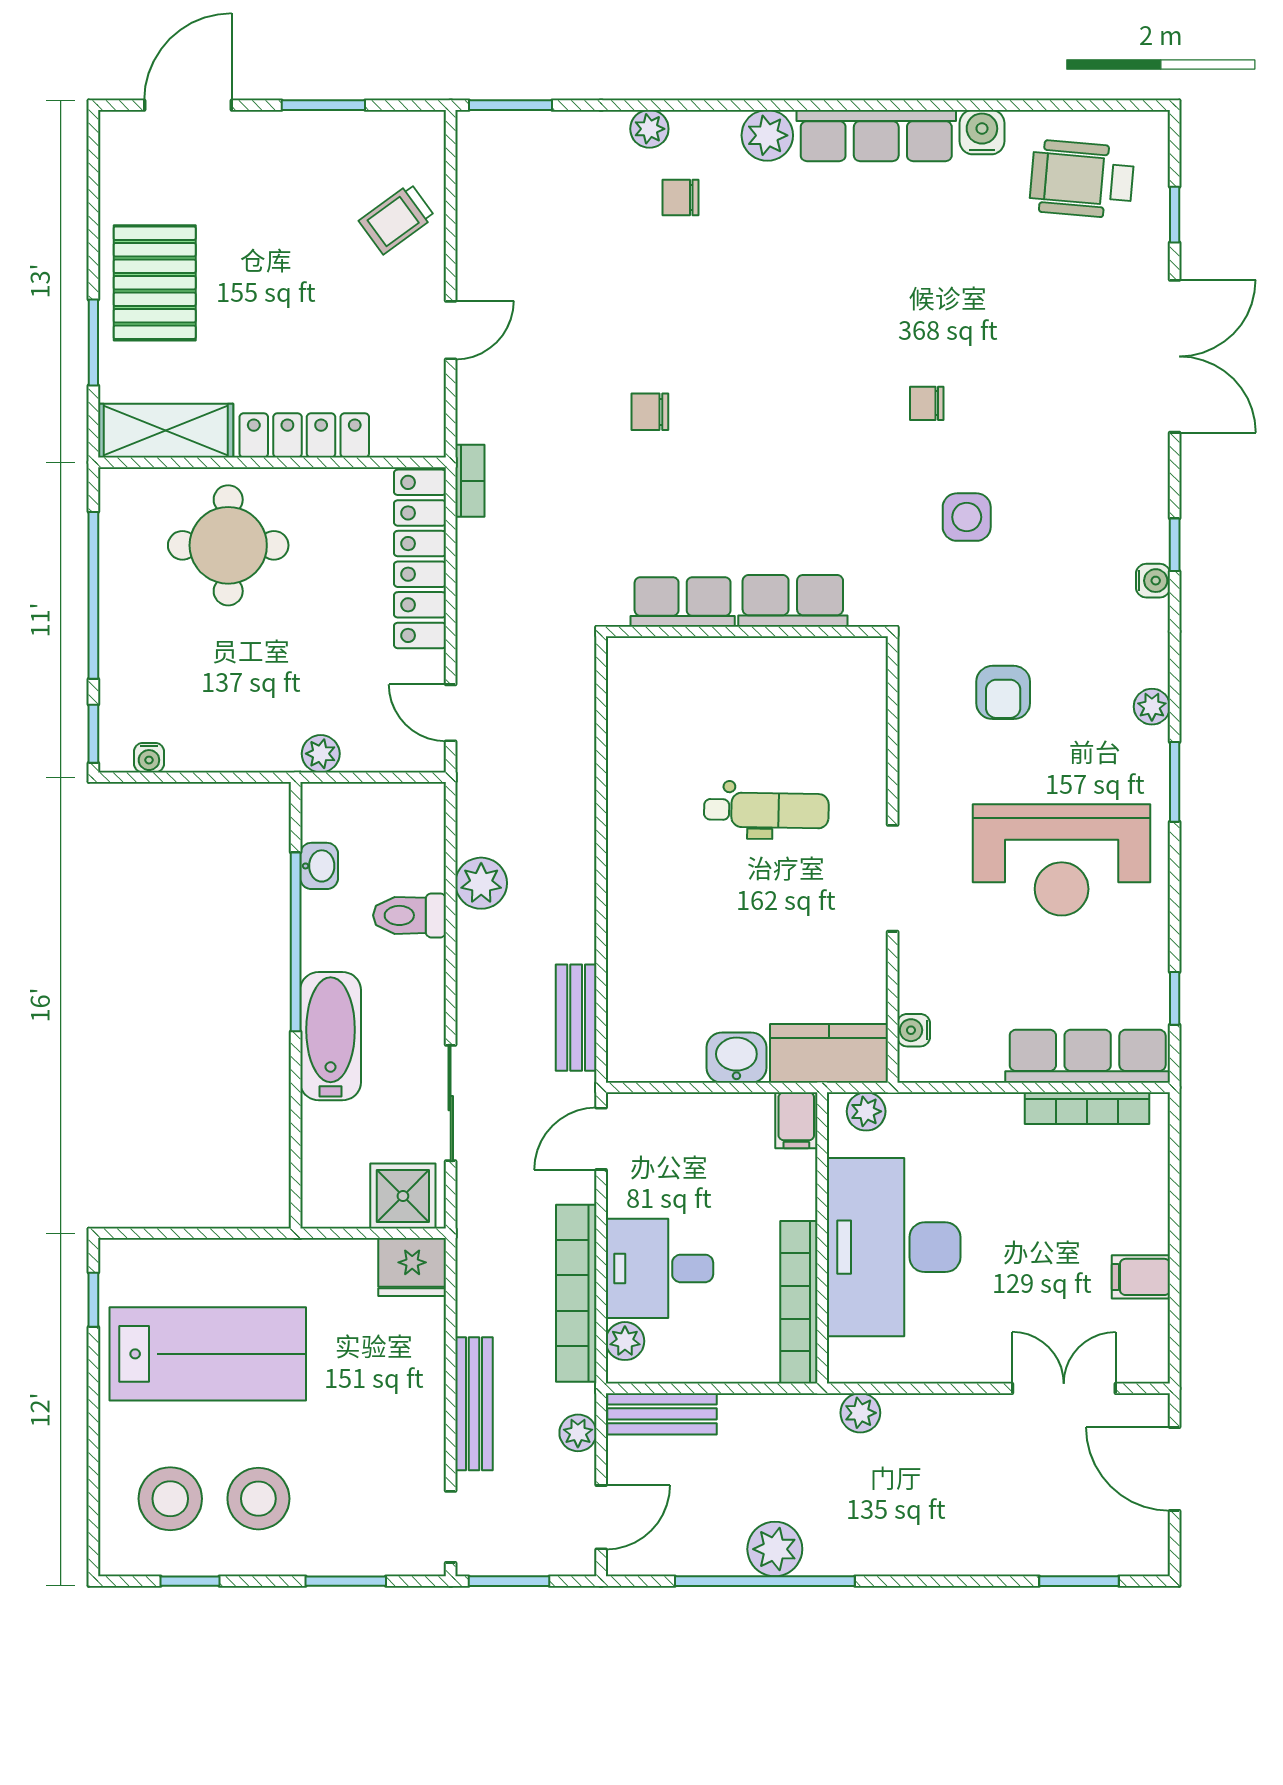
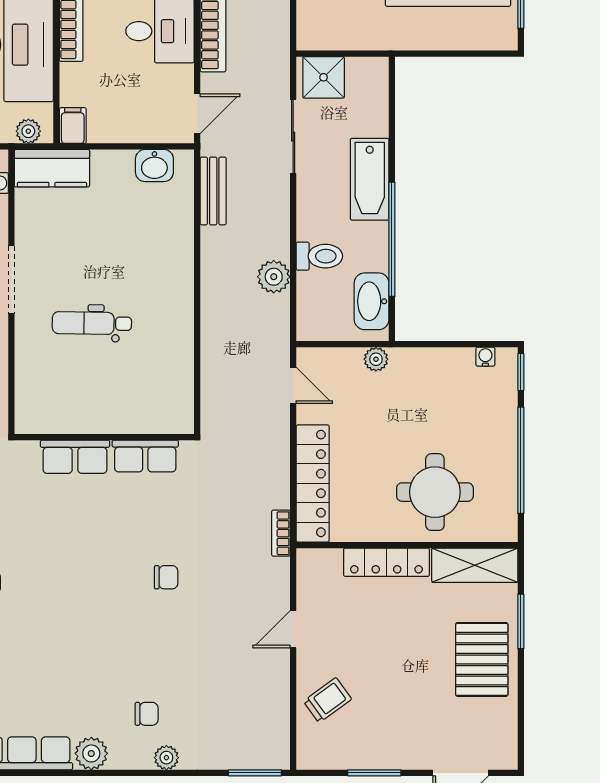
washbasin: (319, 866) -> (372, 301), width x1.91, depth x1.45
washbasin: (736, 1058) -> (154, 166), moved
fridge: (412, 1267) -> (318, 32), removed

